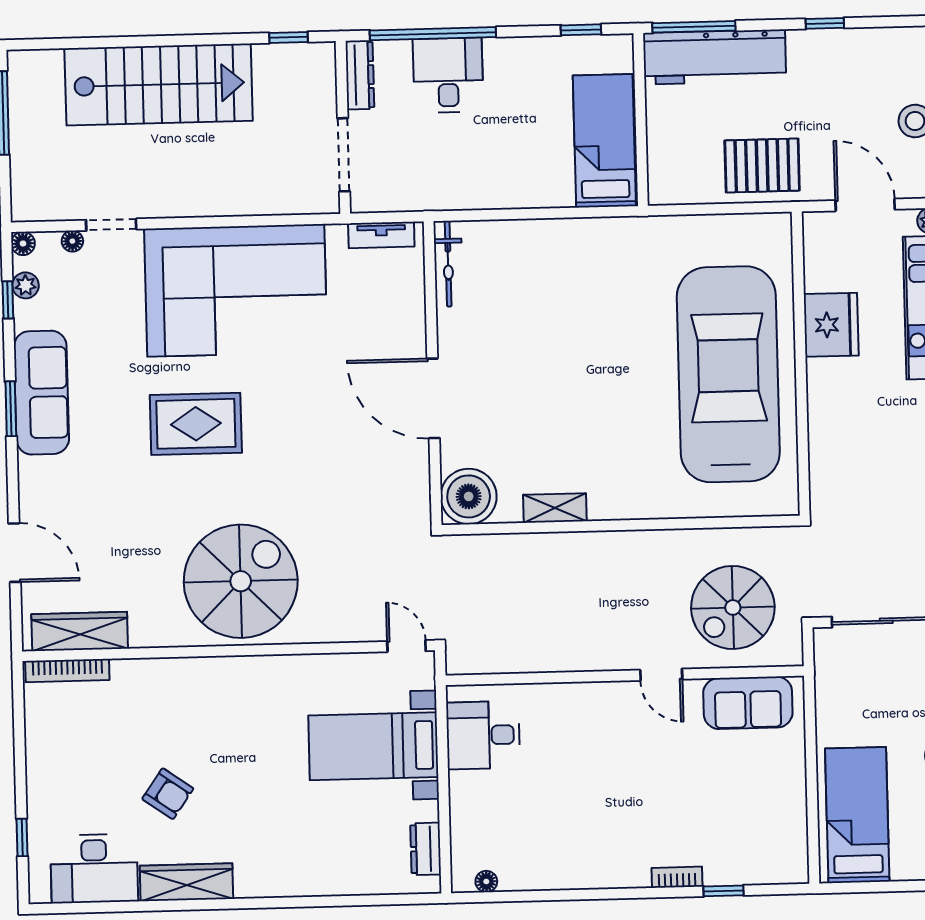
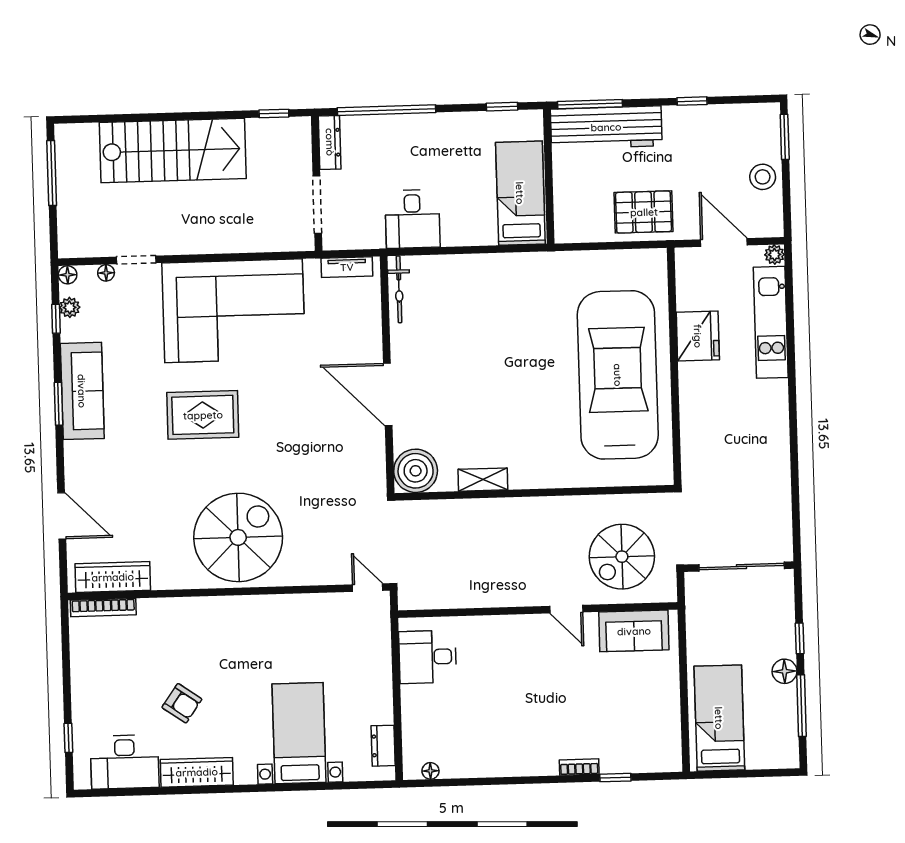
desk: (448, 75) -> (413, 219), moved, turned 180
bed with nightstands: (373, 746) -> (299, 733), moved, turned 90

